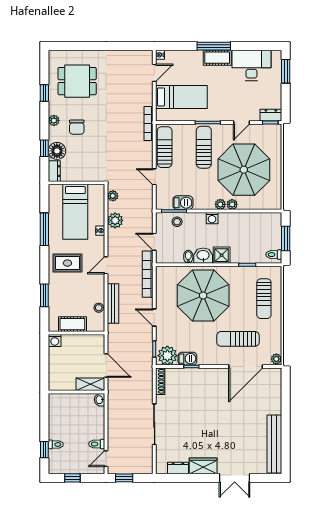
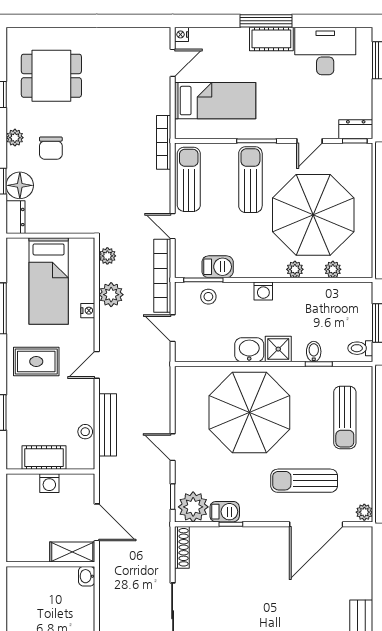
plant: (220, 204) -> (333, 269), moved
bidet: (188, 257) -> (314, 352), moved
bookcase: (148, 274) -> (162, 276), moved
washing machine: (55, 340) -> (49, 483), moved

